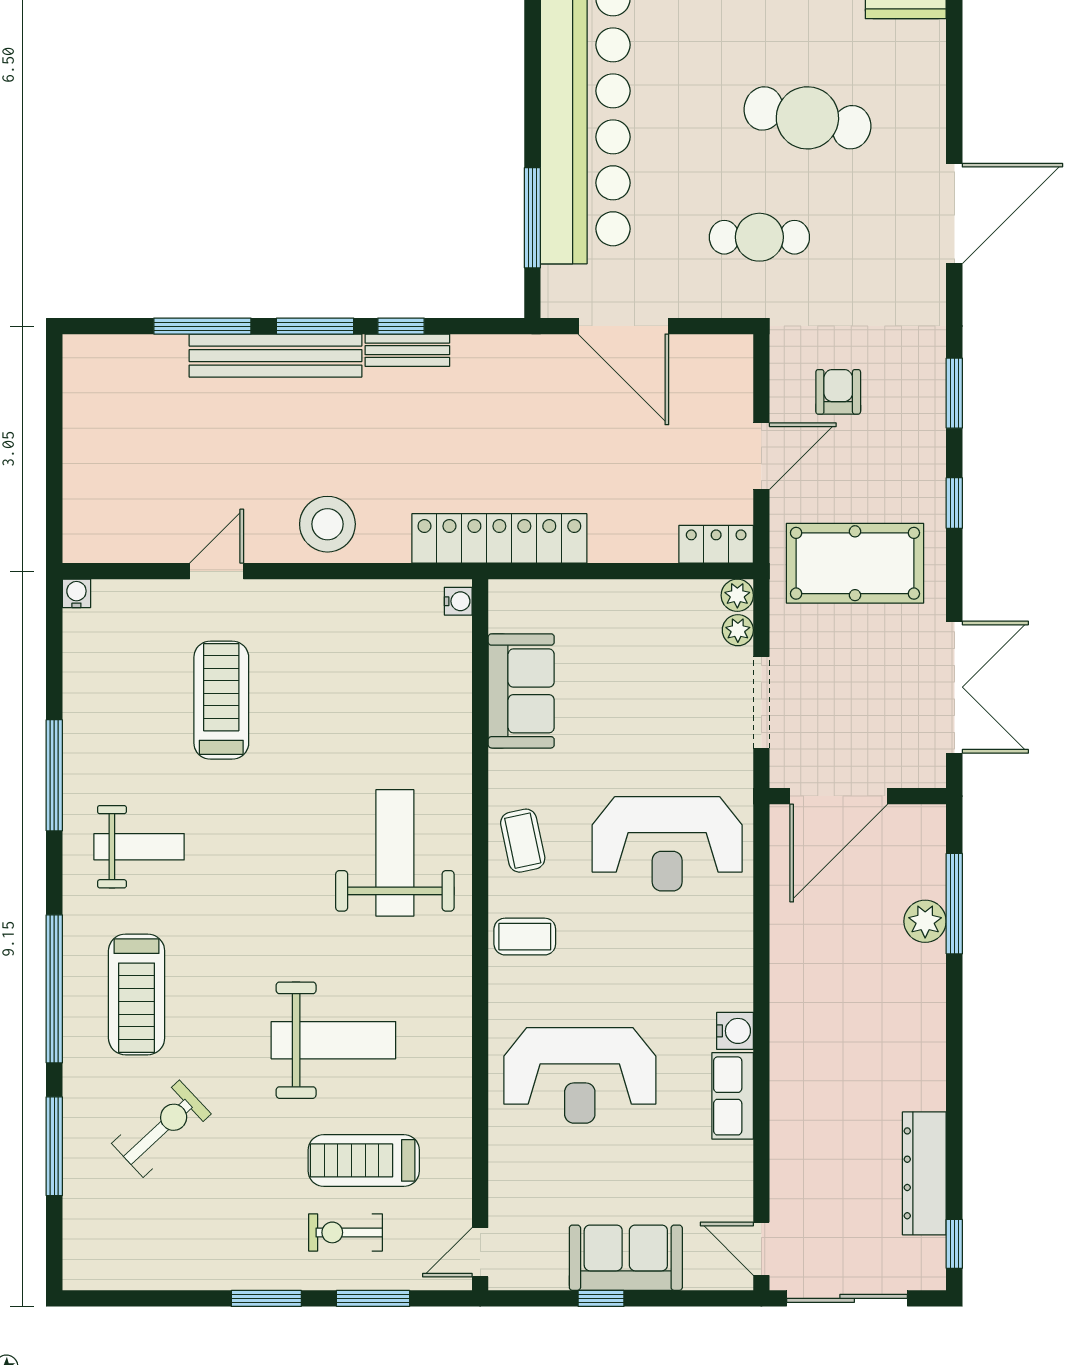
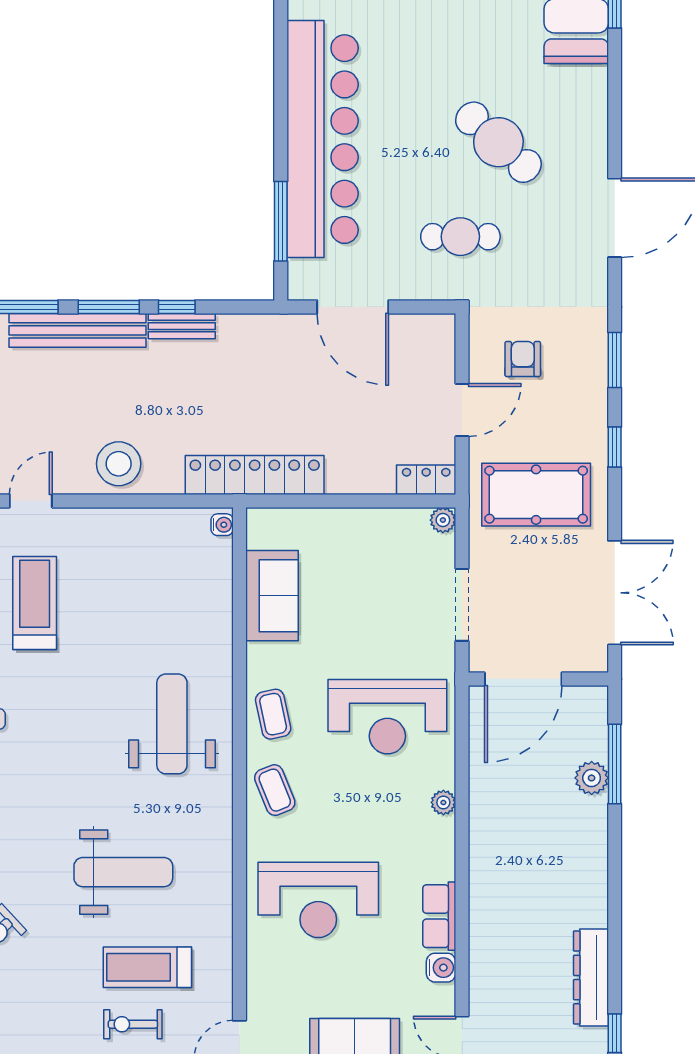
cafe table: (807, 118) -> (498, 142), turned 30
plant: (738, 630) -> (443, 802), moved
coffee table: (525, 937) -> (275, 790), turned 68
water cooler: (735, 1031) -> (441, 968), moved

